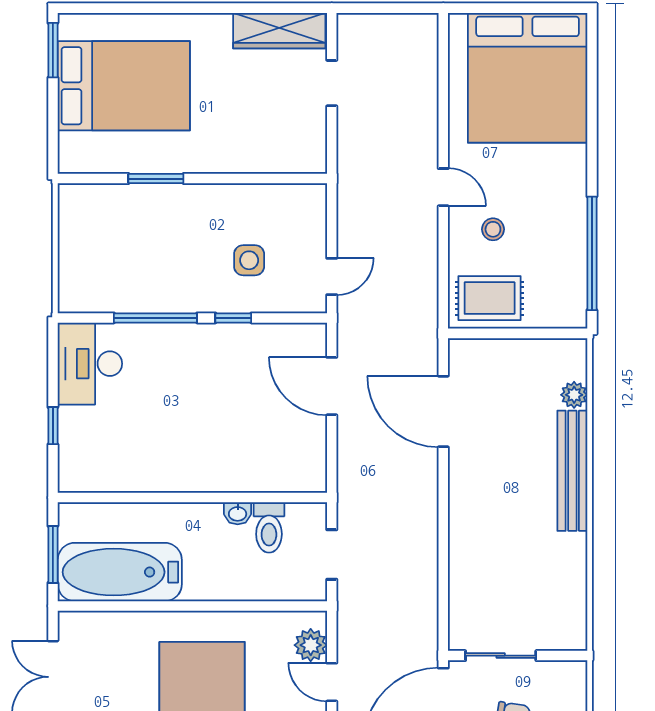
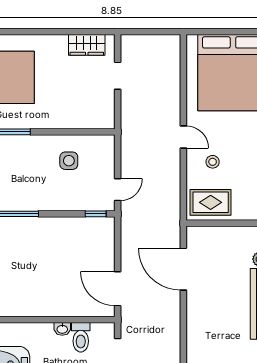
wardrobe: (279, 31) -> (87, 45), width x0.67
side table: (249, 260) -> (69, 161), moved
window: (233, 318) -> (96, 214), moved
door: (332, 386) -> (118, 289), moved

